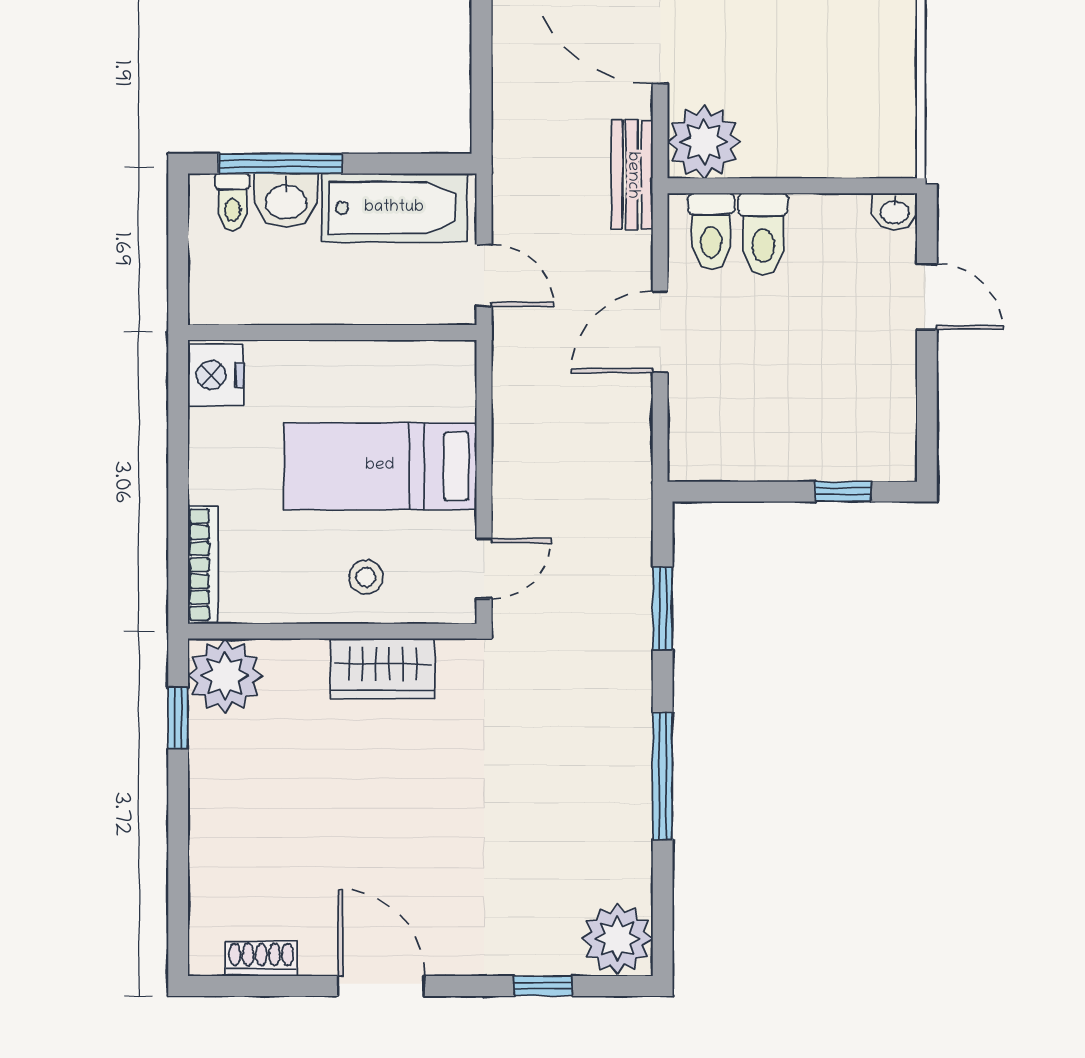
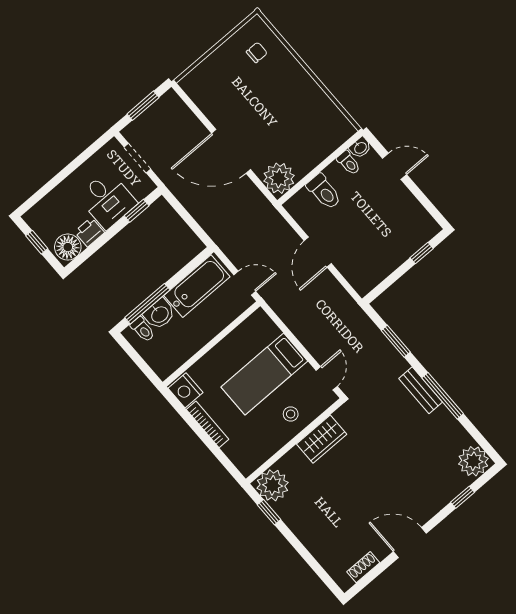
bench: (632, 175) -> (421, 390), moved
toilet: (711, 231) -> (349, 163), moved, width x0.73, depth x0.72
bookcase: (203, 565) -> (208, 424), moved

